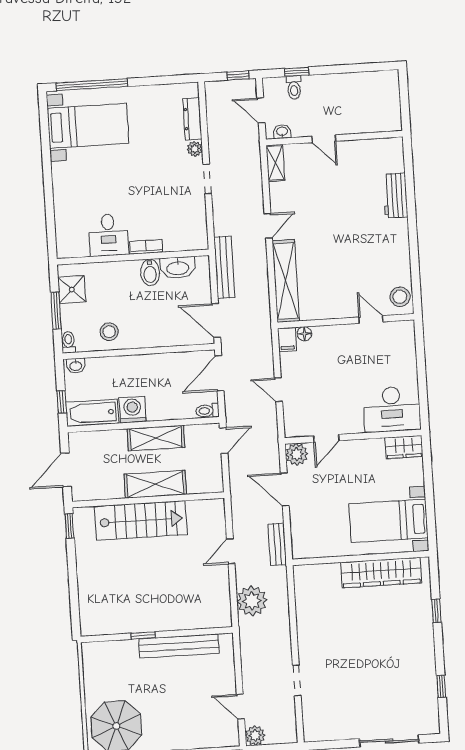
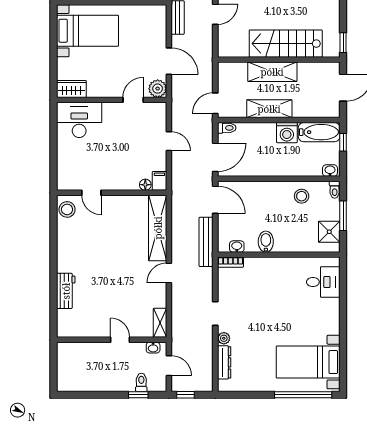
desk: (108, 235) -> (323, 282), moved, turned 90
bookcase: (146, 247) -> (231, 262), moved
washbasin: (178, 268) -> (237, 247), width x0.52, depth x0.69

